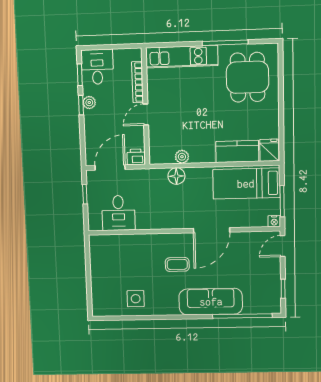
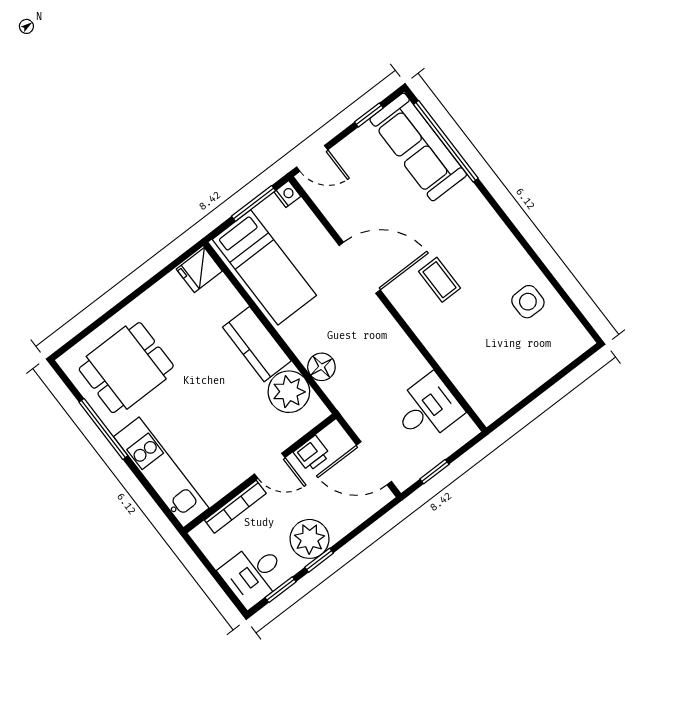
plant: (89, 102) -> (309, 539), width x1.87, depth x1.87
kitchen counter: (237, 151) -> (257, 344), moved
printer: (136, 157) -> (312, 454), moved, turned -90
plant: (182, 157) -> (289, 392), width x1.87, depth x1.87
sofa: (211, 302) -> (418, 147), moved

